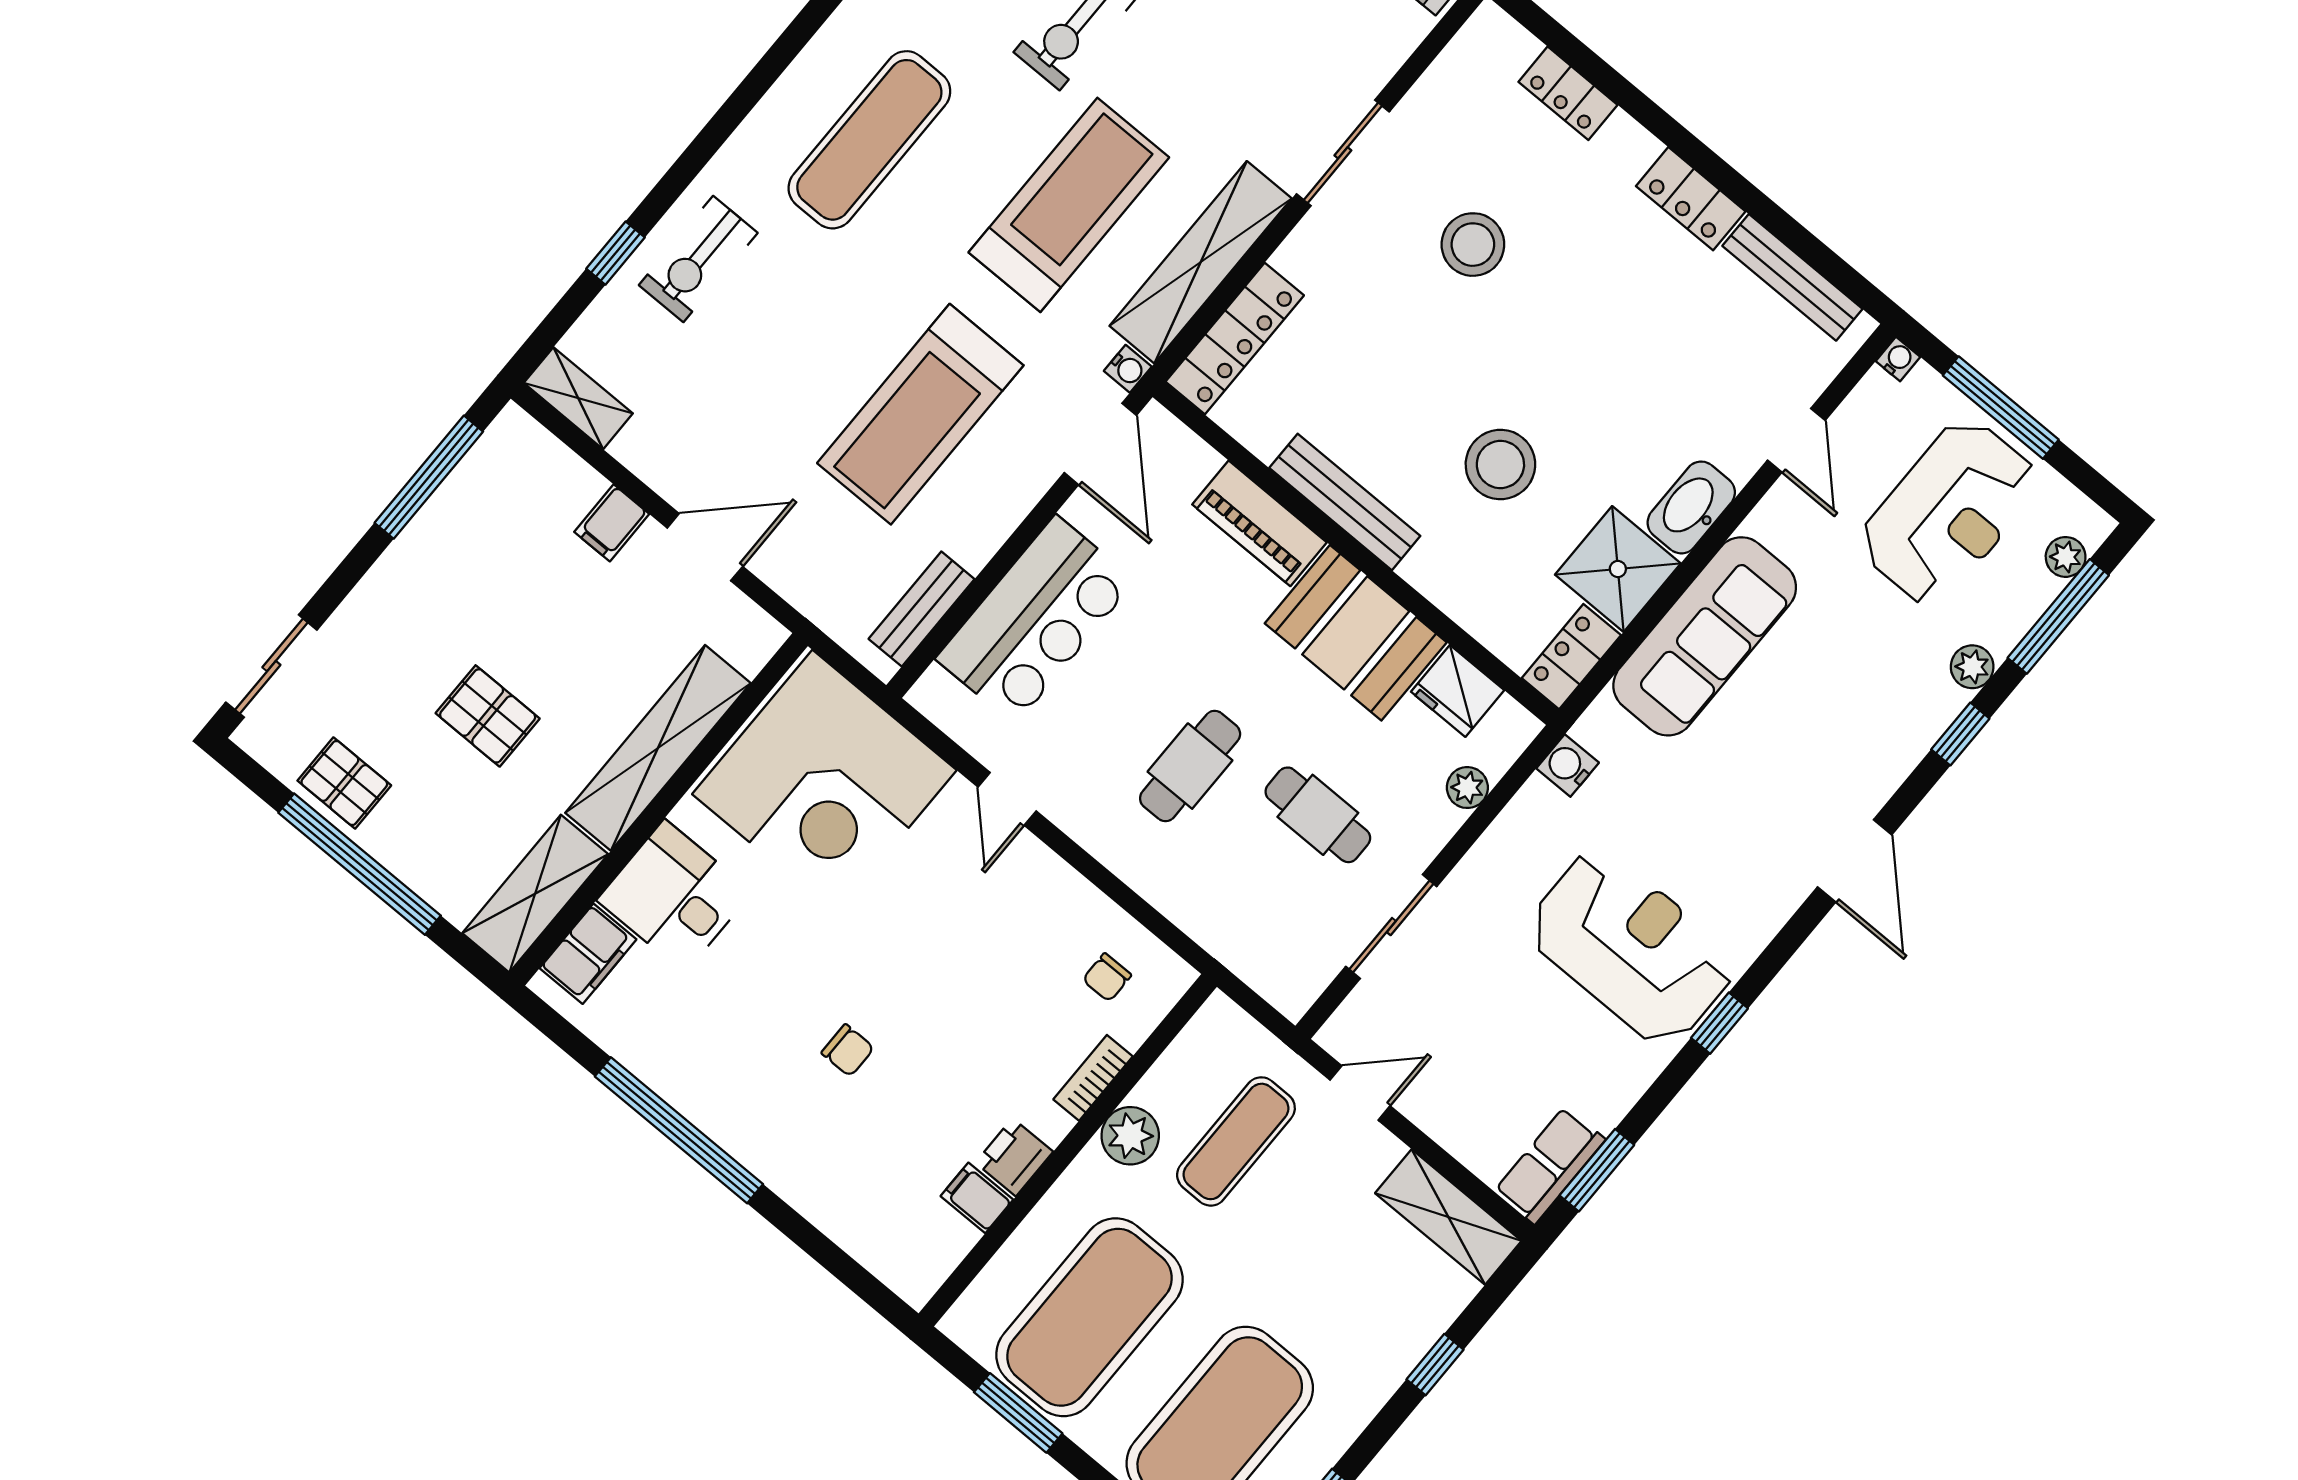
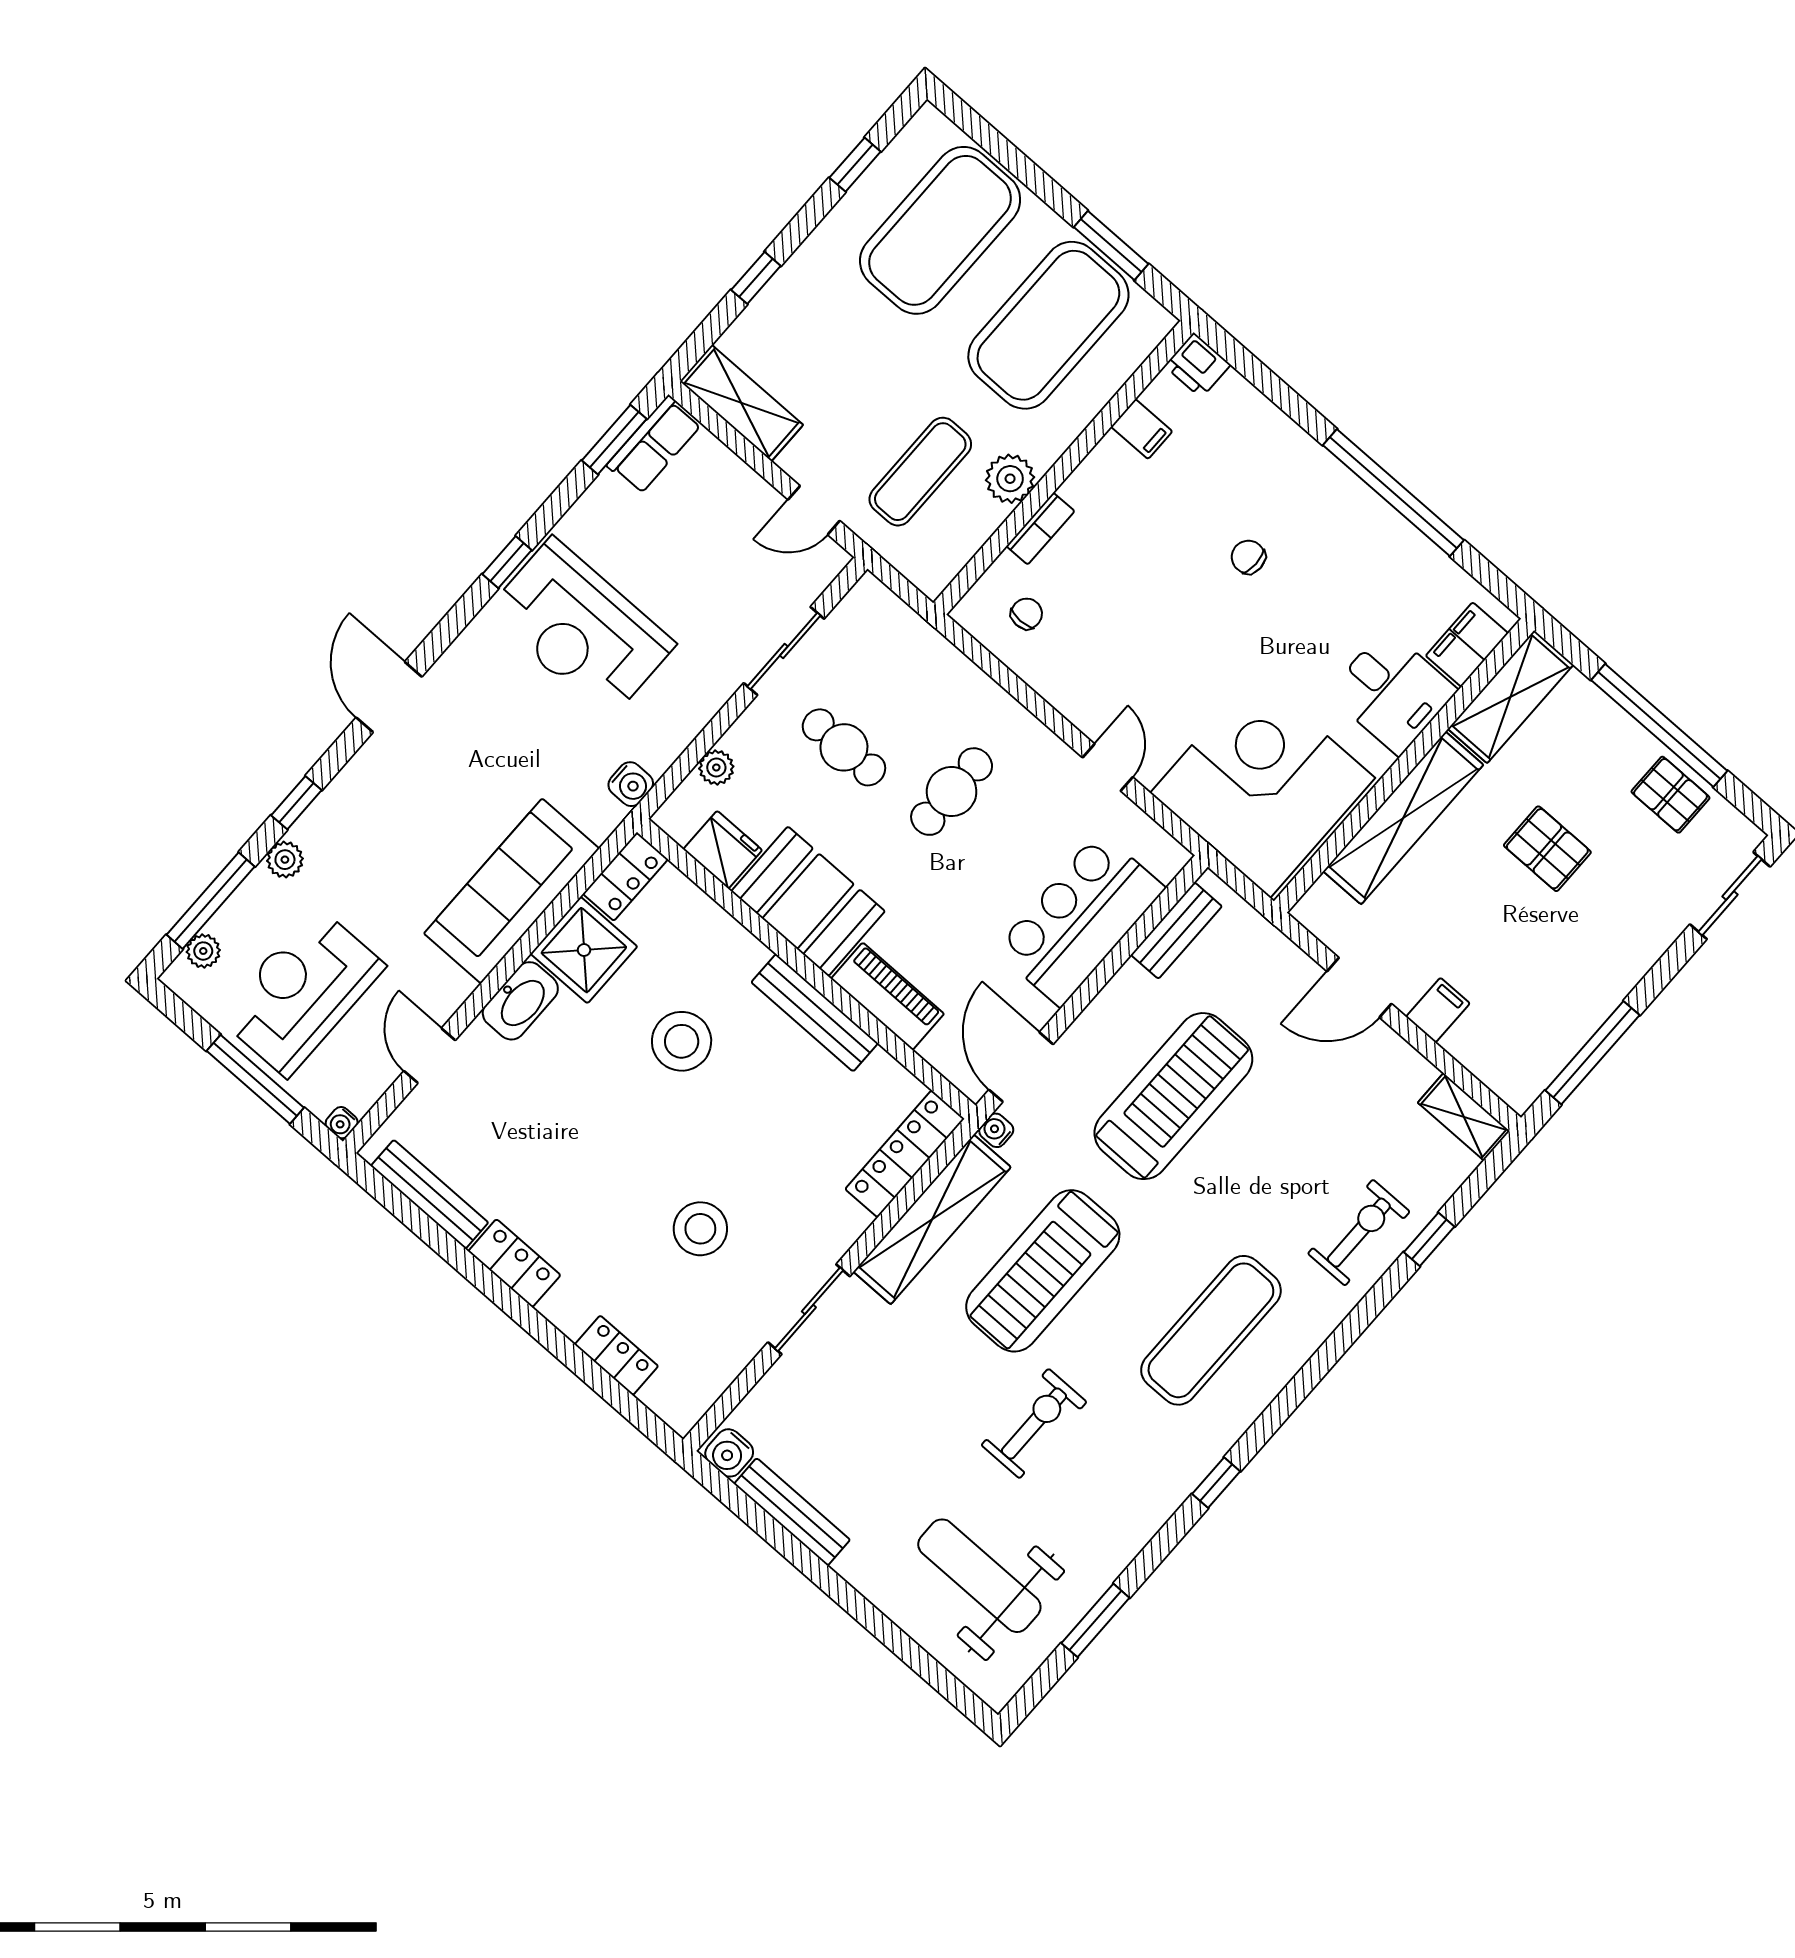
printer: (1014, 1157) -> (1197, 365), moved, turned 90

